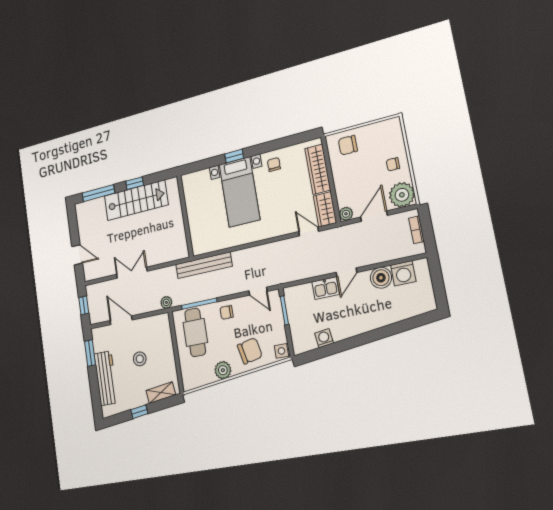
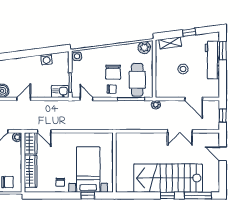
stairs: (136, 200) -> (168, 178), width x1.36, depth x1.51
wall: (185, 216) -> (114, 162), moved
bench: (204, 265) -> (123, 125), removed
kitchen sink: (326, 288) -> (60, 92), moved
chair: (250, 351) -> (113, 72), moved, turned -78
window: (90, 353) -> (223, 51), moved
plant: (223, 370) -> (144, 48), moved

